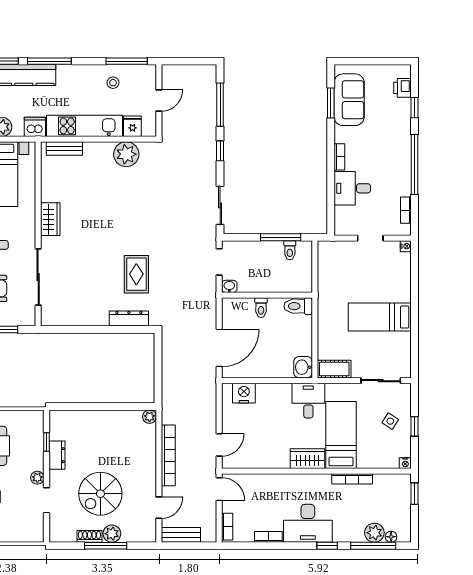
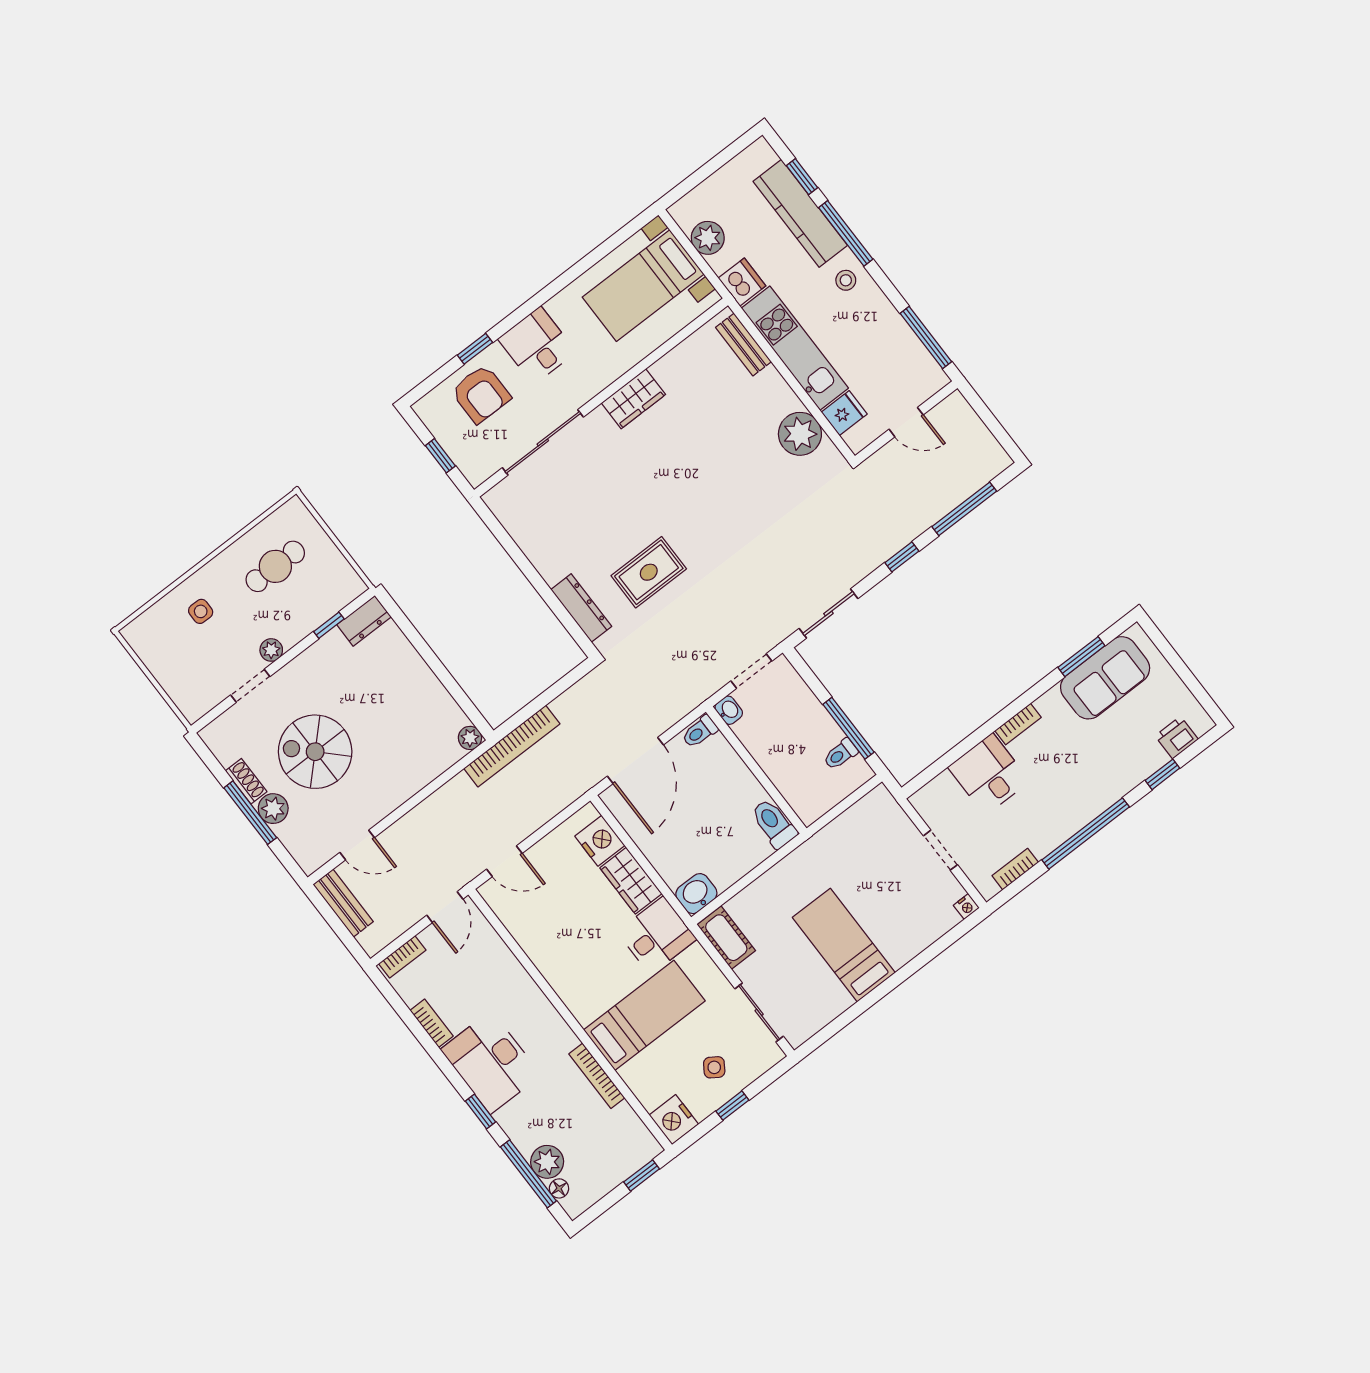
stool: (113, 83) -> (846, 280), moved
toilet: (261, 308) -> (700, 732), moved
door: (219, 348) -> (635, 760), hinge flipped
dresser: (57, 455) -> (364, 621), moved
bookcase: (168, 455) -> (512, 746), moved
wardrobe: (307, 459) -> (631, 881), moved, turned 180
nightstand: (405, 463) -> (674, 1120), width x1.89, depth x1.79

